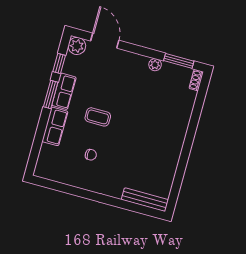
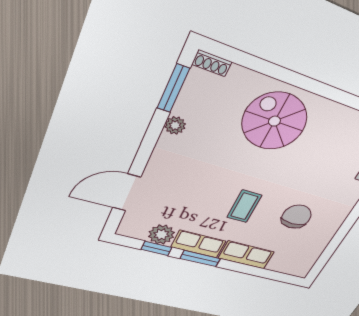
plant: (77, 46) -> (161, 235), moved
spiral stairs: (163, 123) -> (274, 121), added
chair: (91, 155) -> (296, 217), width x1.87, depth x1.87

